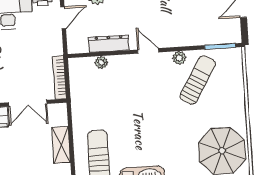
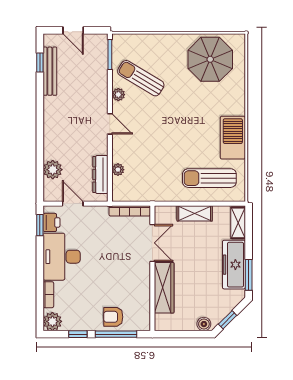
dresser: (109, 44) -> (100, 174), moved
door: (148, 51) -> (110, 124), swing flipped

